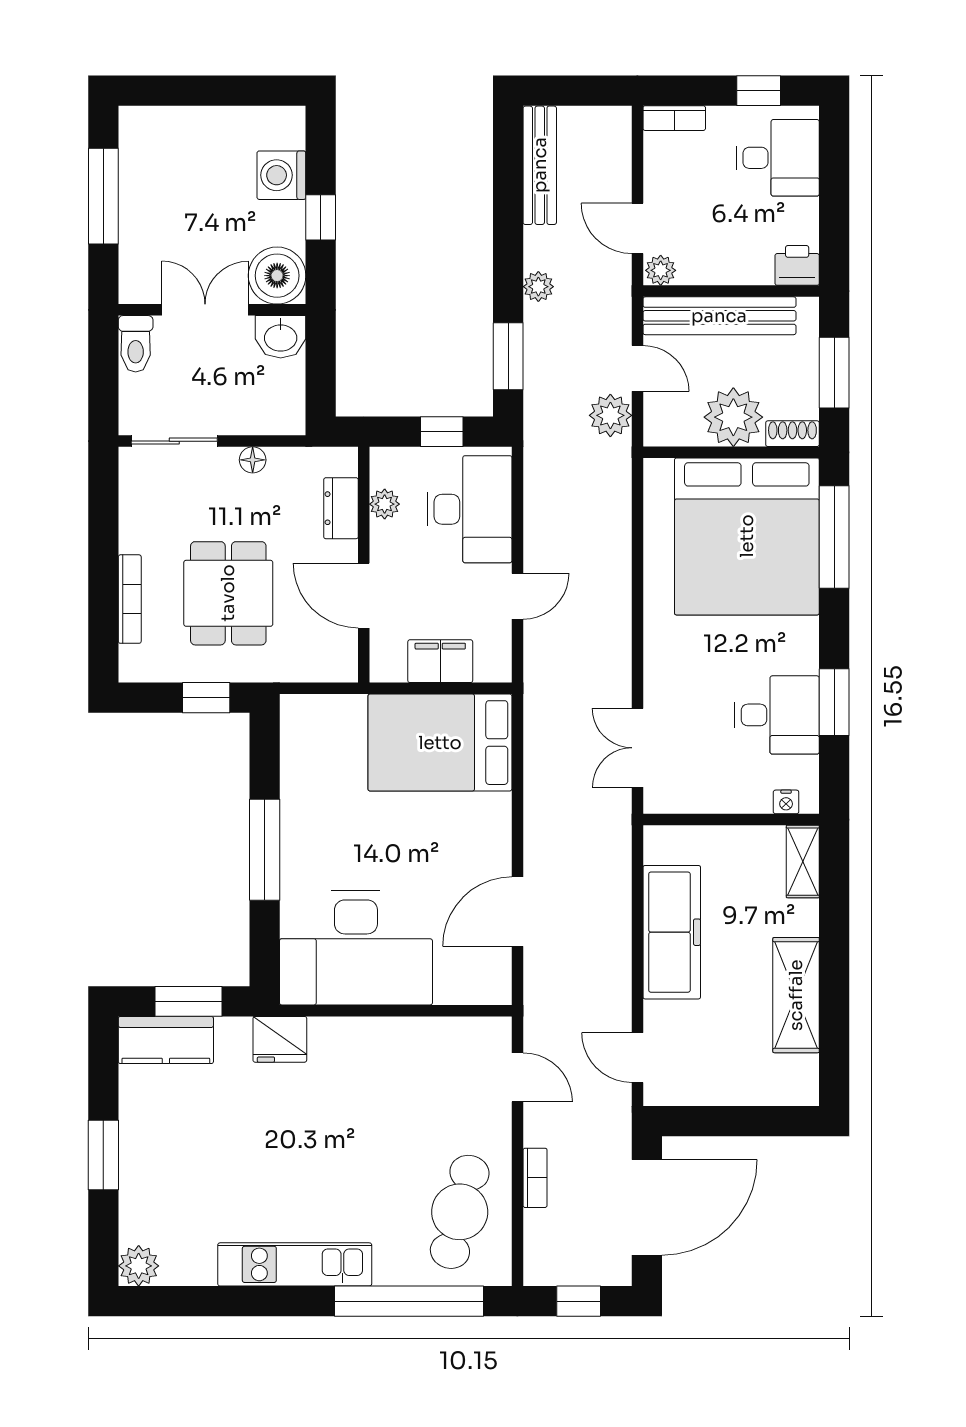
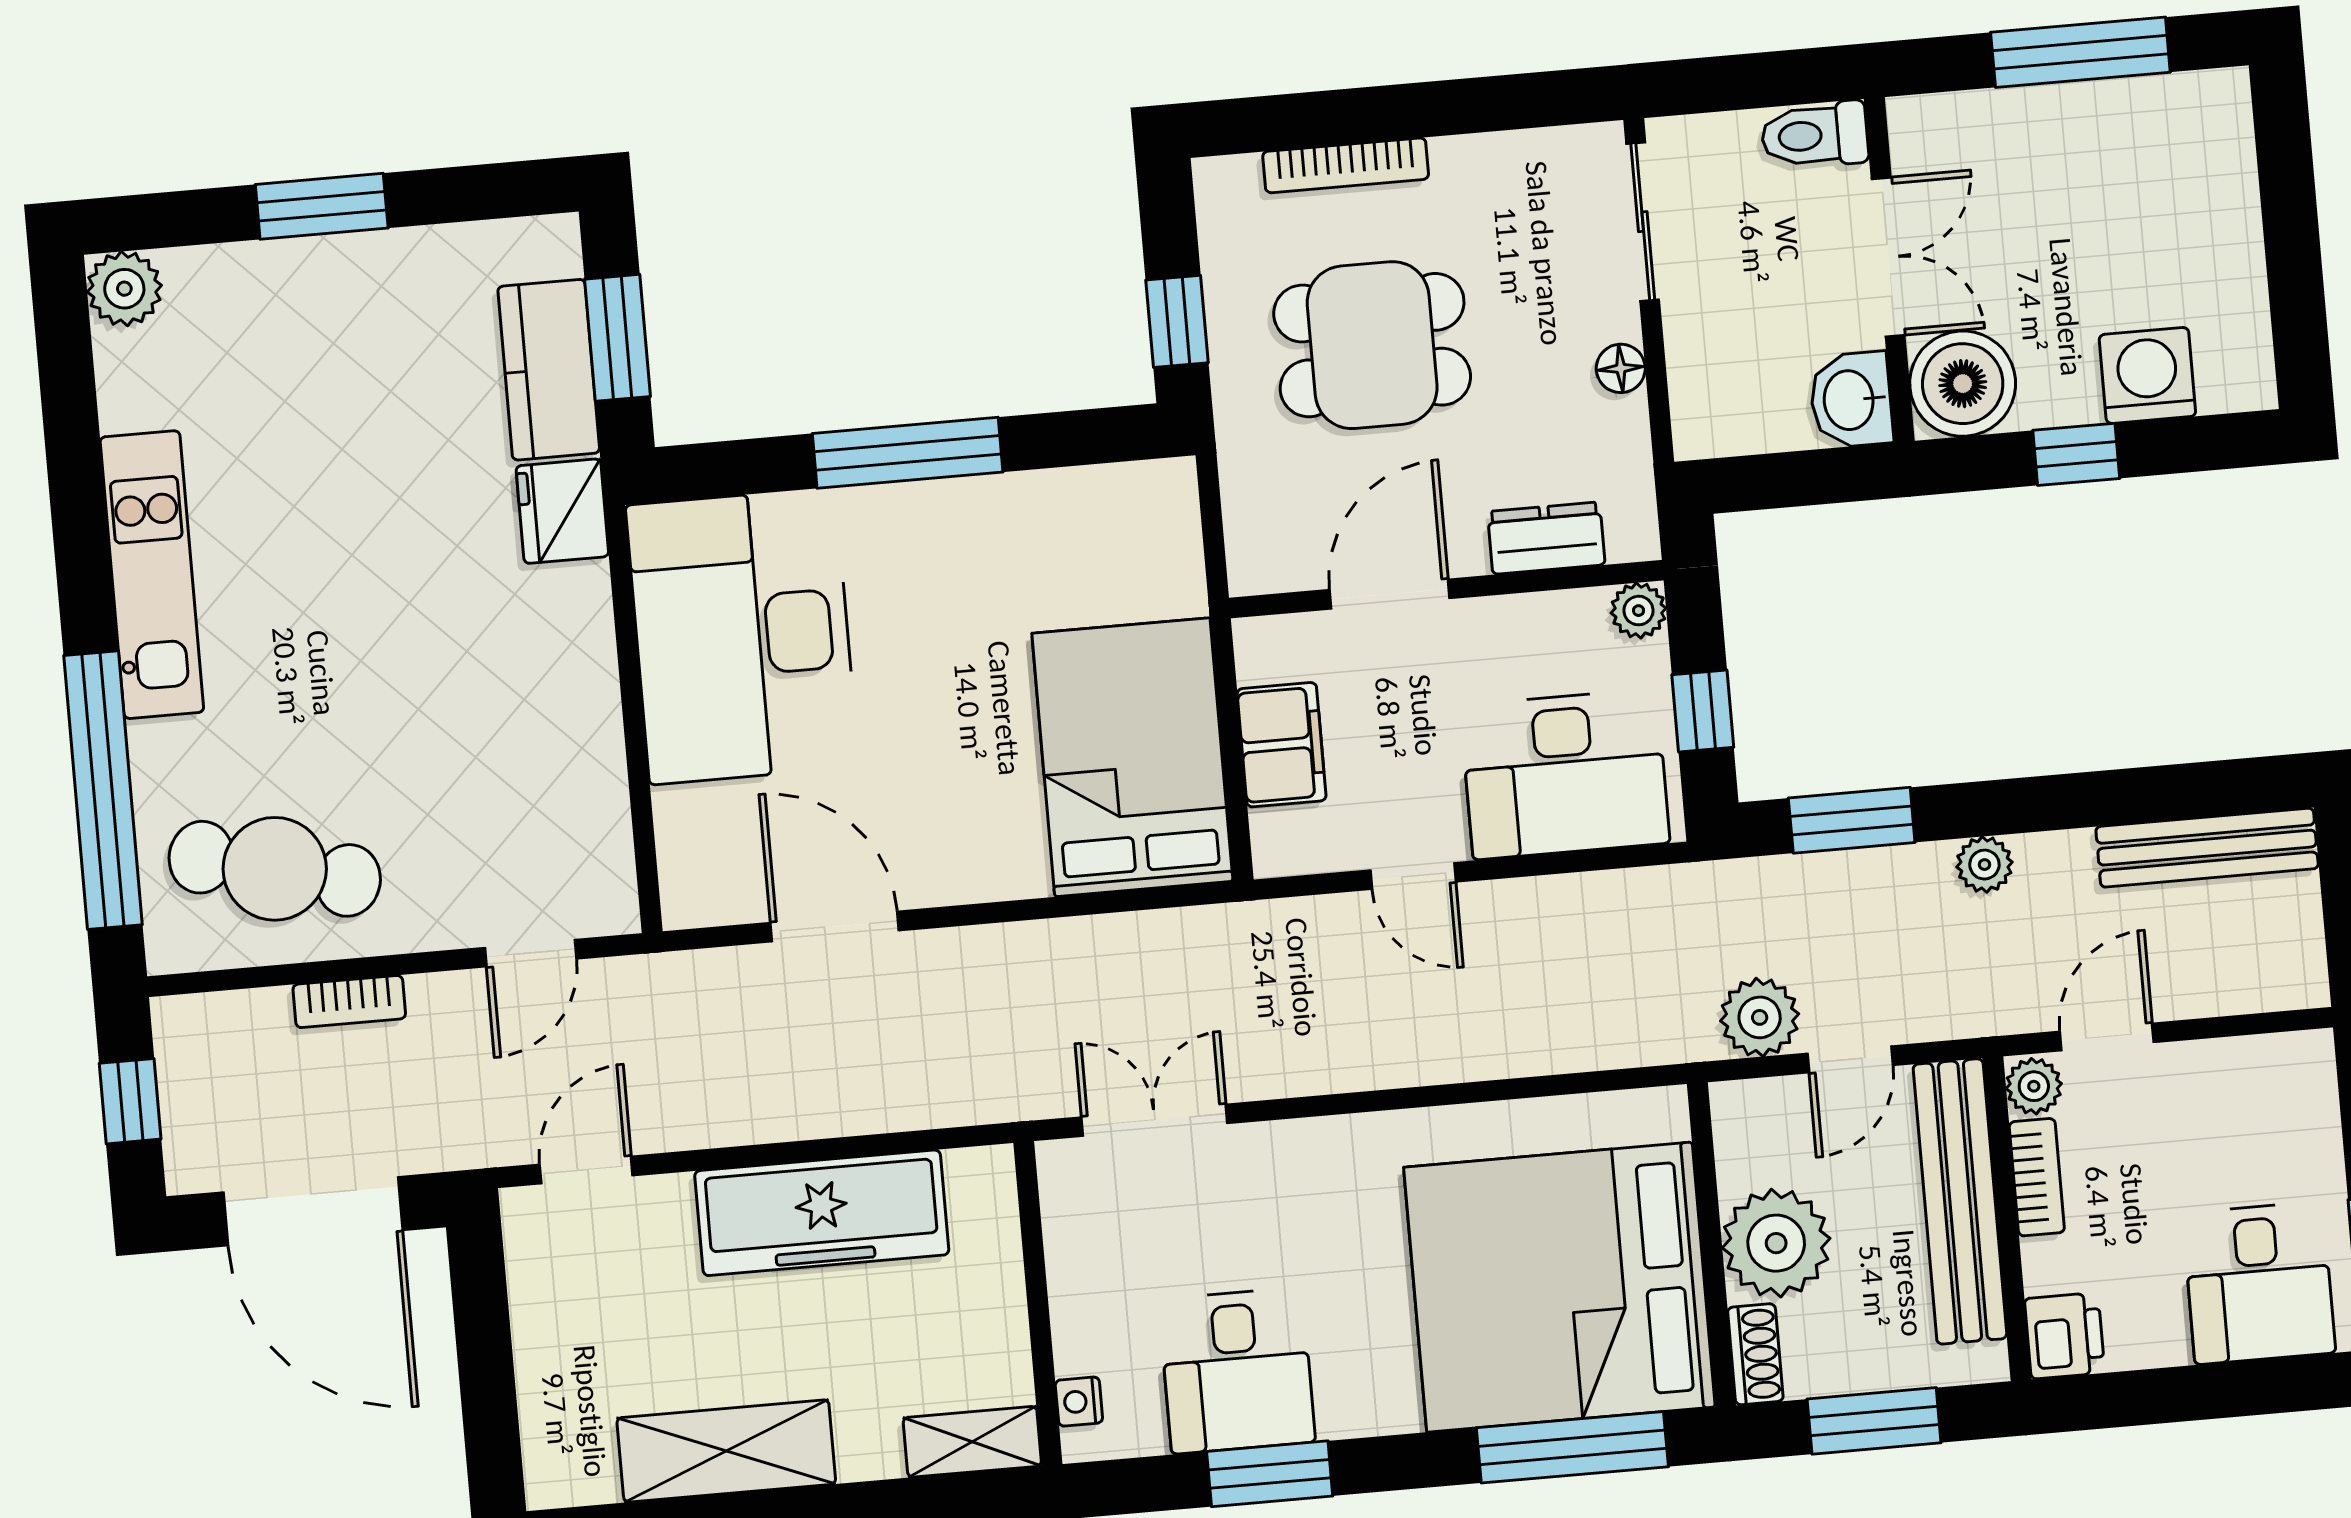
bookcase: (674, 118) -> (2037, 1177), moved, turned 180
plant: (385, 504) -> (1639, 611), moved
kitchen counter: (166, 1040) -> (549, 370), moved

